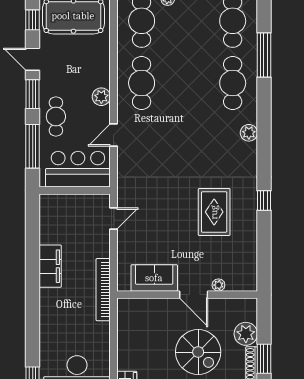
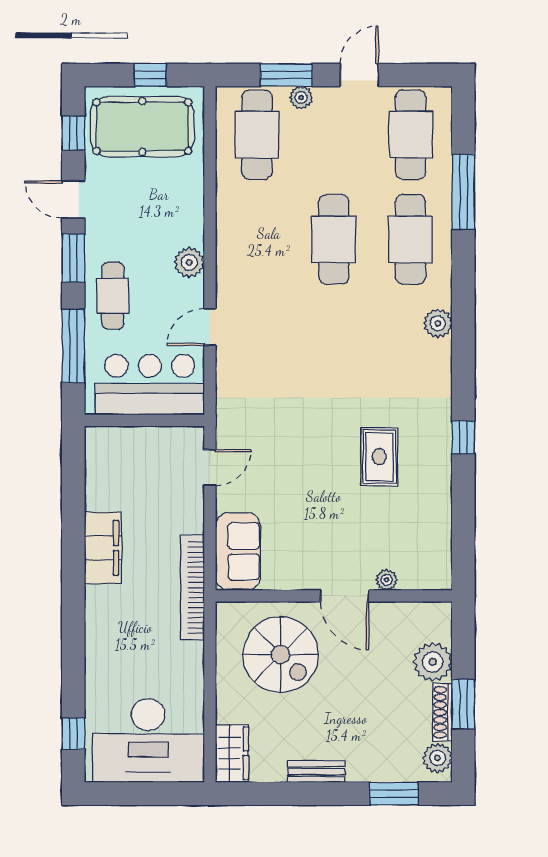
cafe table: (142, 83) -> (334, 239), moved
rug: (214, 212) -> (379, 457), width x0.73, depth x0.70
sofa: (154, 278) -> (238, 551), moved, turned 90
spiral stairs: (198, 352) -> (281, 655), moved

